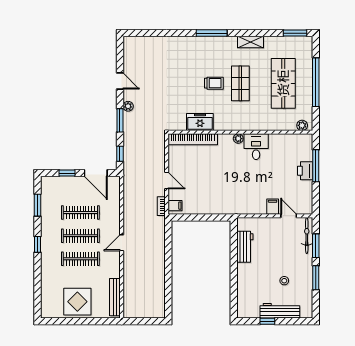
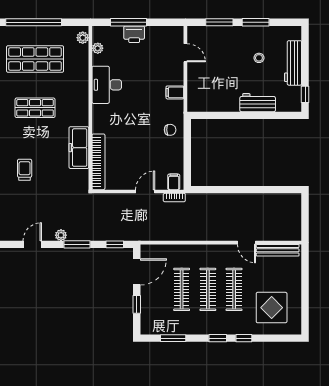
trolley: (214, 83) -> (25, 170), moved
freezer: (200, 122) -> (79, 148), width x1.40
plant: (238, 139) -> (98, 48), moved
desk: (256, 147) -> (107, 85), width x1.37
chair: (221, 202) -> (170, 130), added
filing cabinet: (273, 207) -> (175, 92), moved
door: (289, 216) -> (185, 53), swing flipped
bicycle: (307, 236) -> (208, 32), removed
door: (122, 243) -> (246, 243), moved
workbench: (245, 247) -> (258, 103), moved
window: (37, 267) -> (244, 338), added
display table: (77, 302) -> (272, 308), moved
window: (267, 321) -> (305, 94), moved

